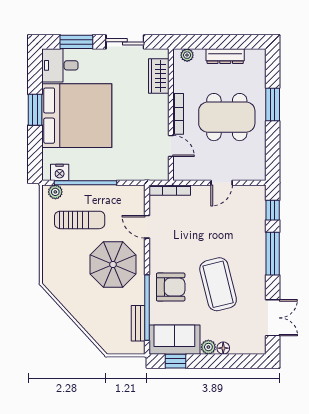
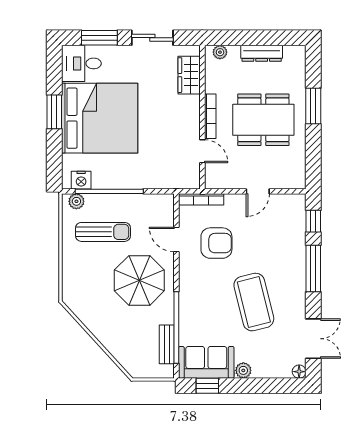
armchair: (171, 287) -> (216, 243), moved
floor lamp: (223, 348) -> (299, 372), moved

